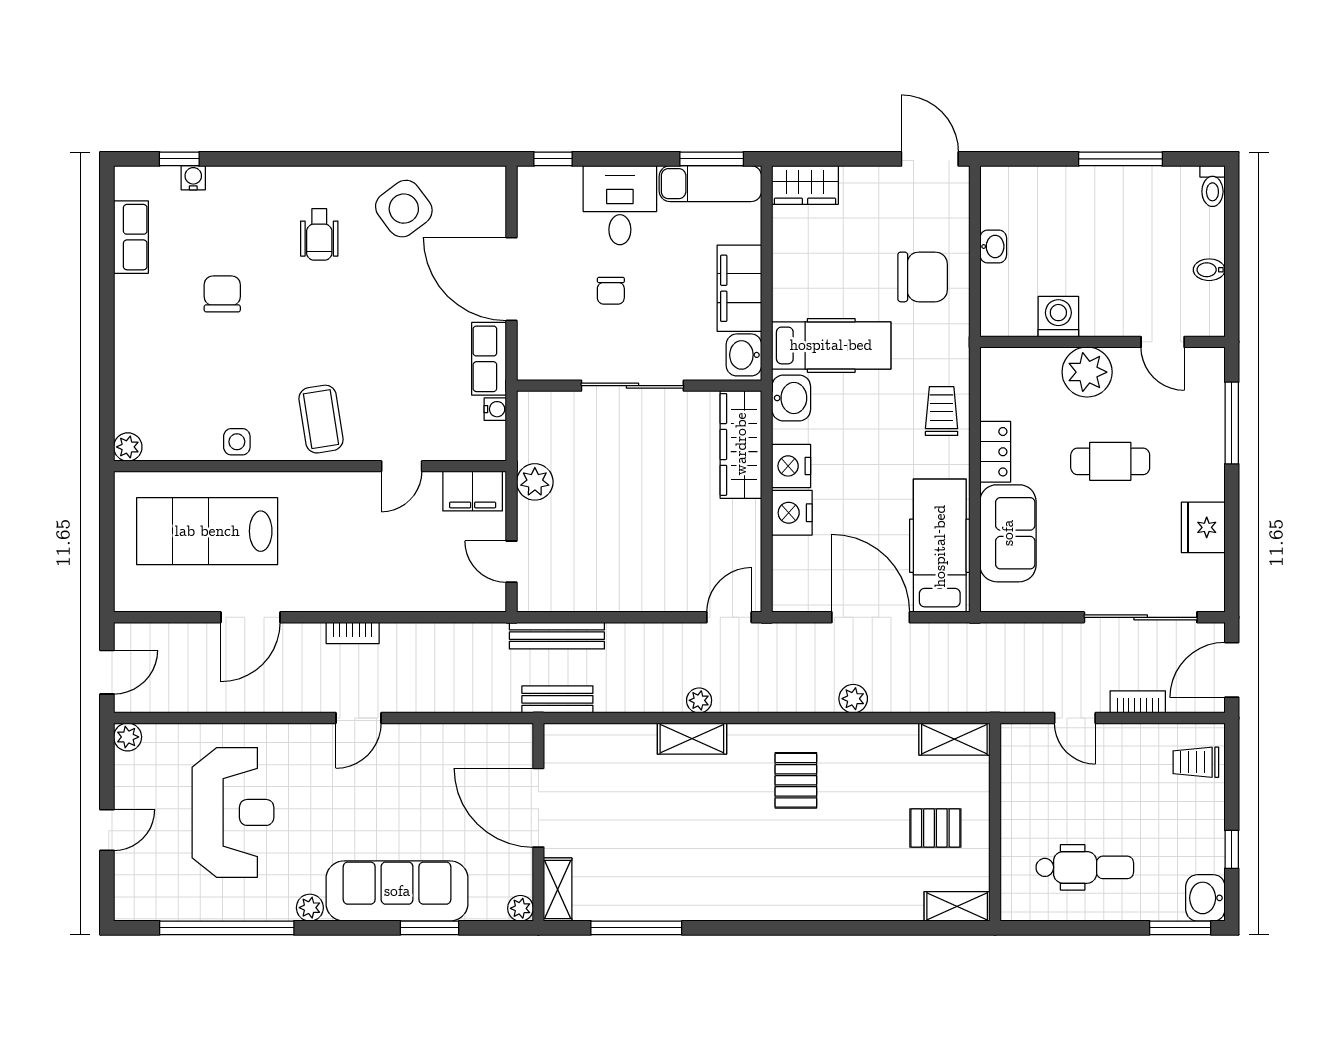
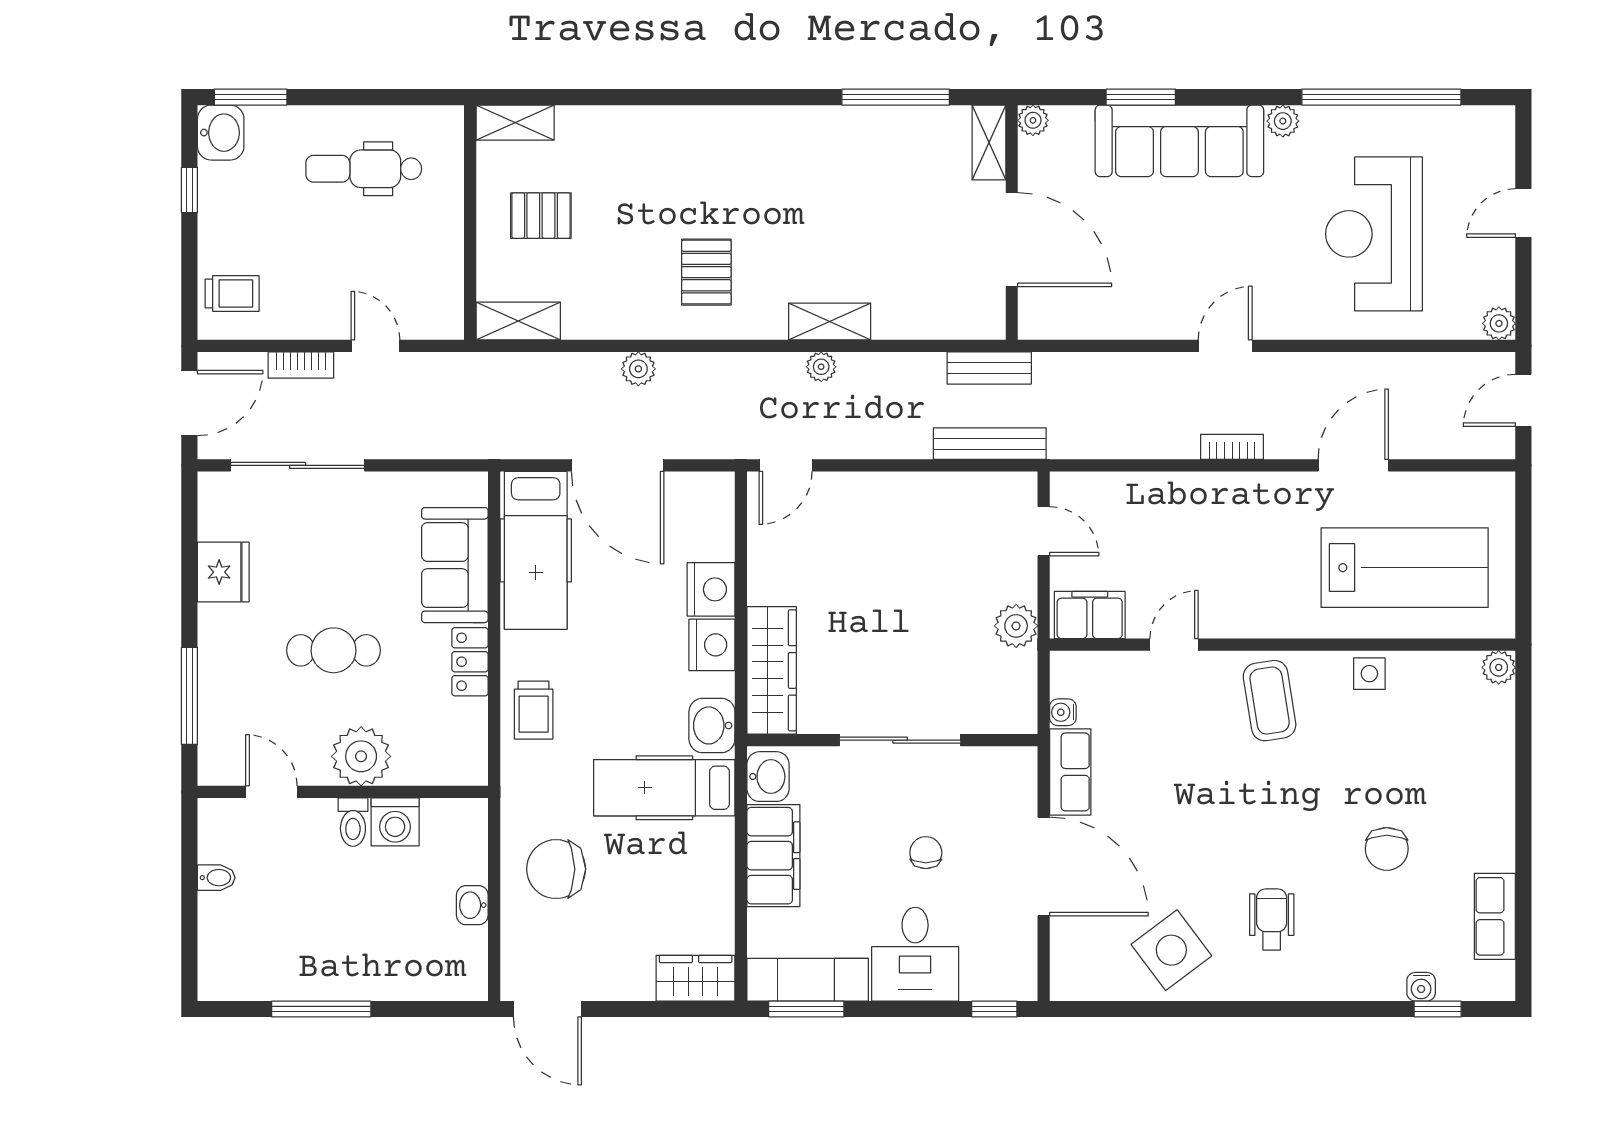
toilet: (1212, 186) -> (353, 822), moved, turned 180

